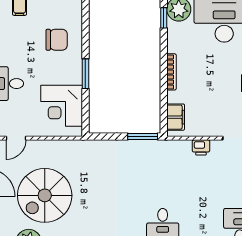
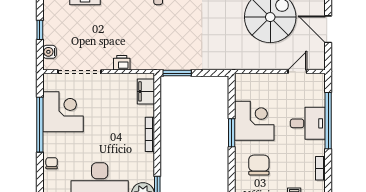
chair: (57, 40) -> (259, 165), turned 90
corner desk: (62, 106) -> (254, 121), moved

